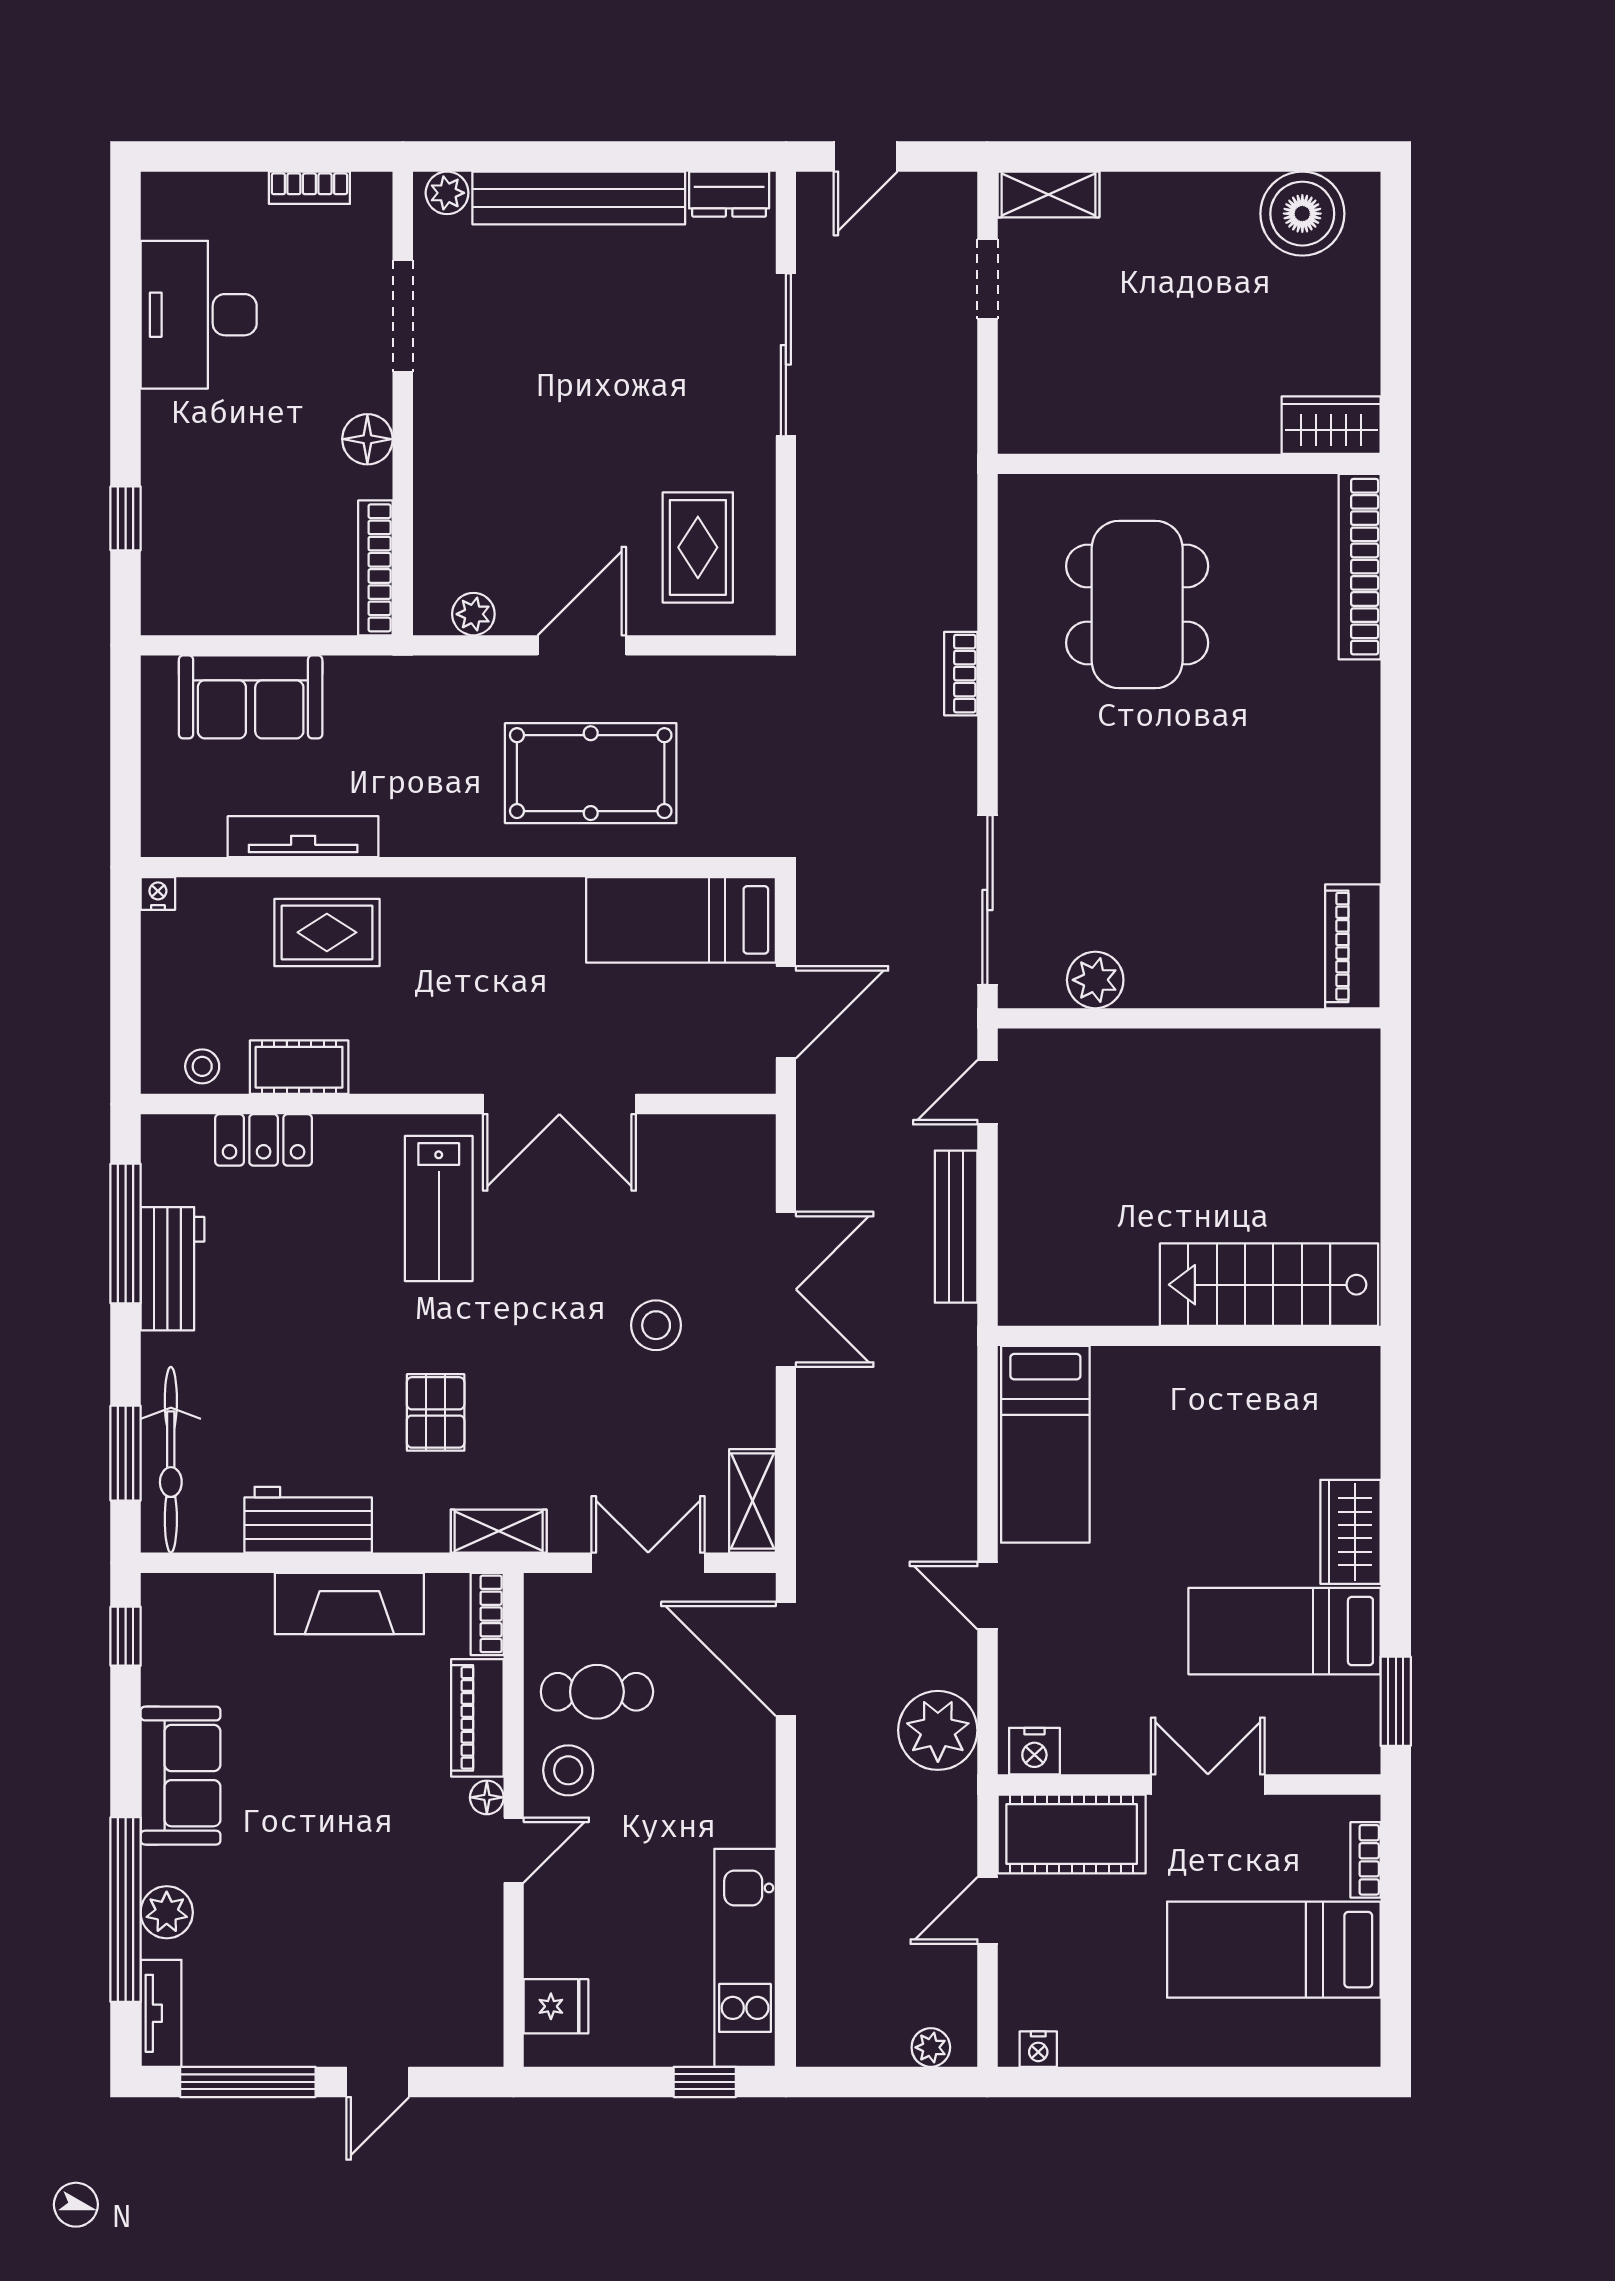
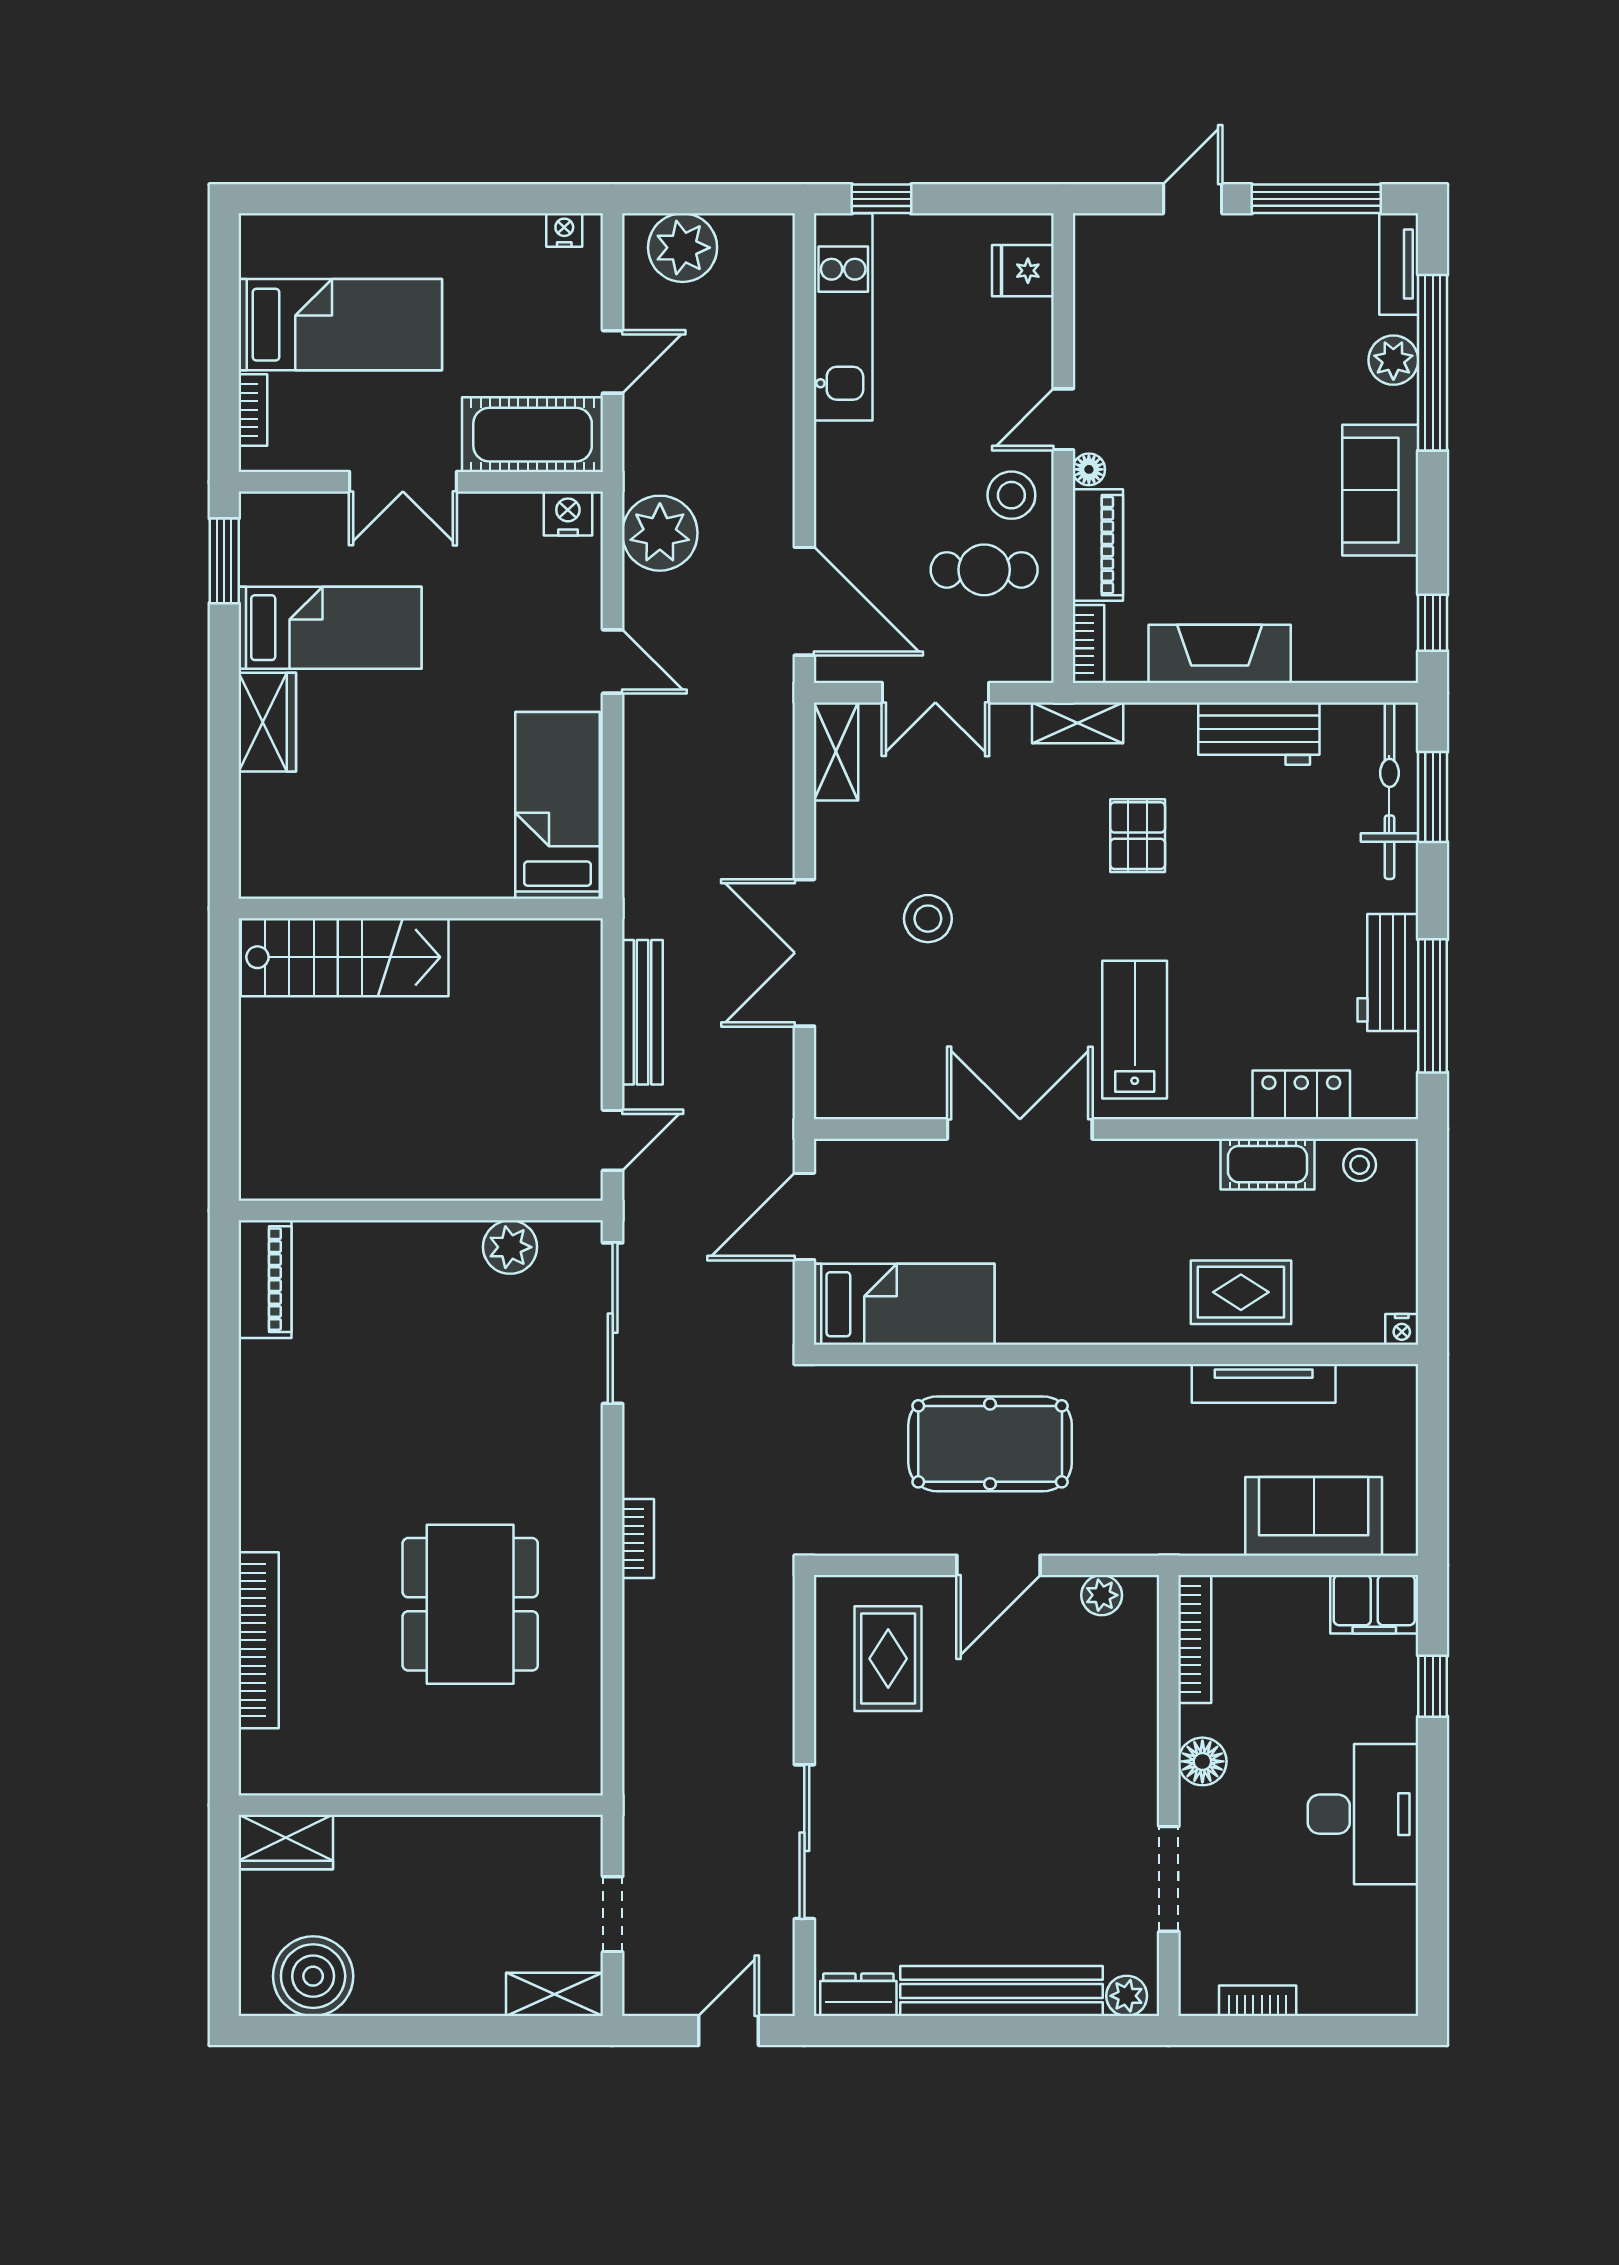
desk: (199, 315) -> (1363, 1814), moved
wardrobe: (1331, 425) -> (286, 1842), moved
wall: (1189, 464) -> (421, 1805), moved
filing cabinet: (187, 604) -> (1374, 1604), added
plant: (931, 2047) -> (683, 248), width x1.88, depth x1.88

